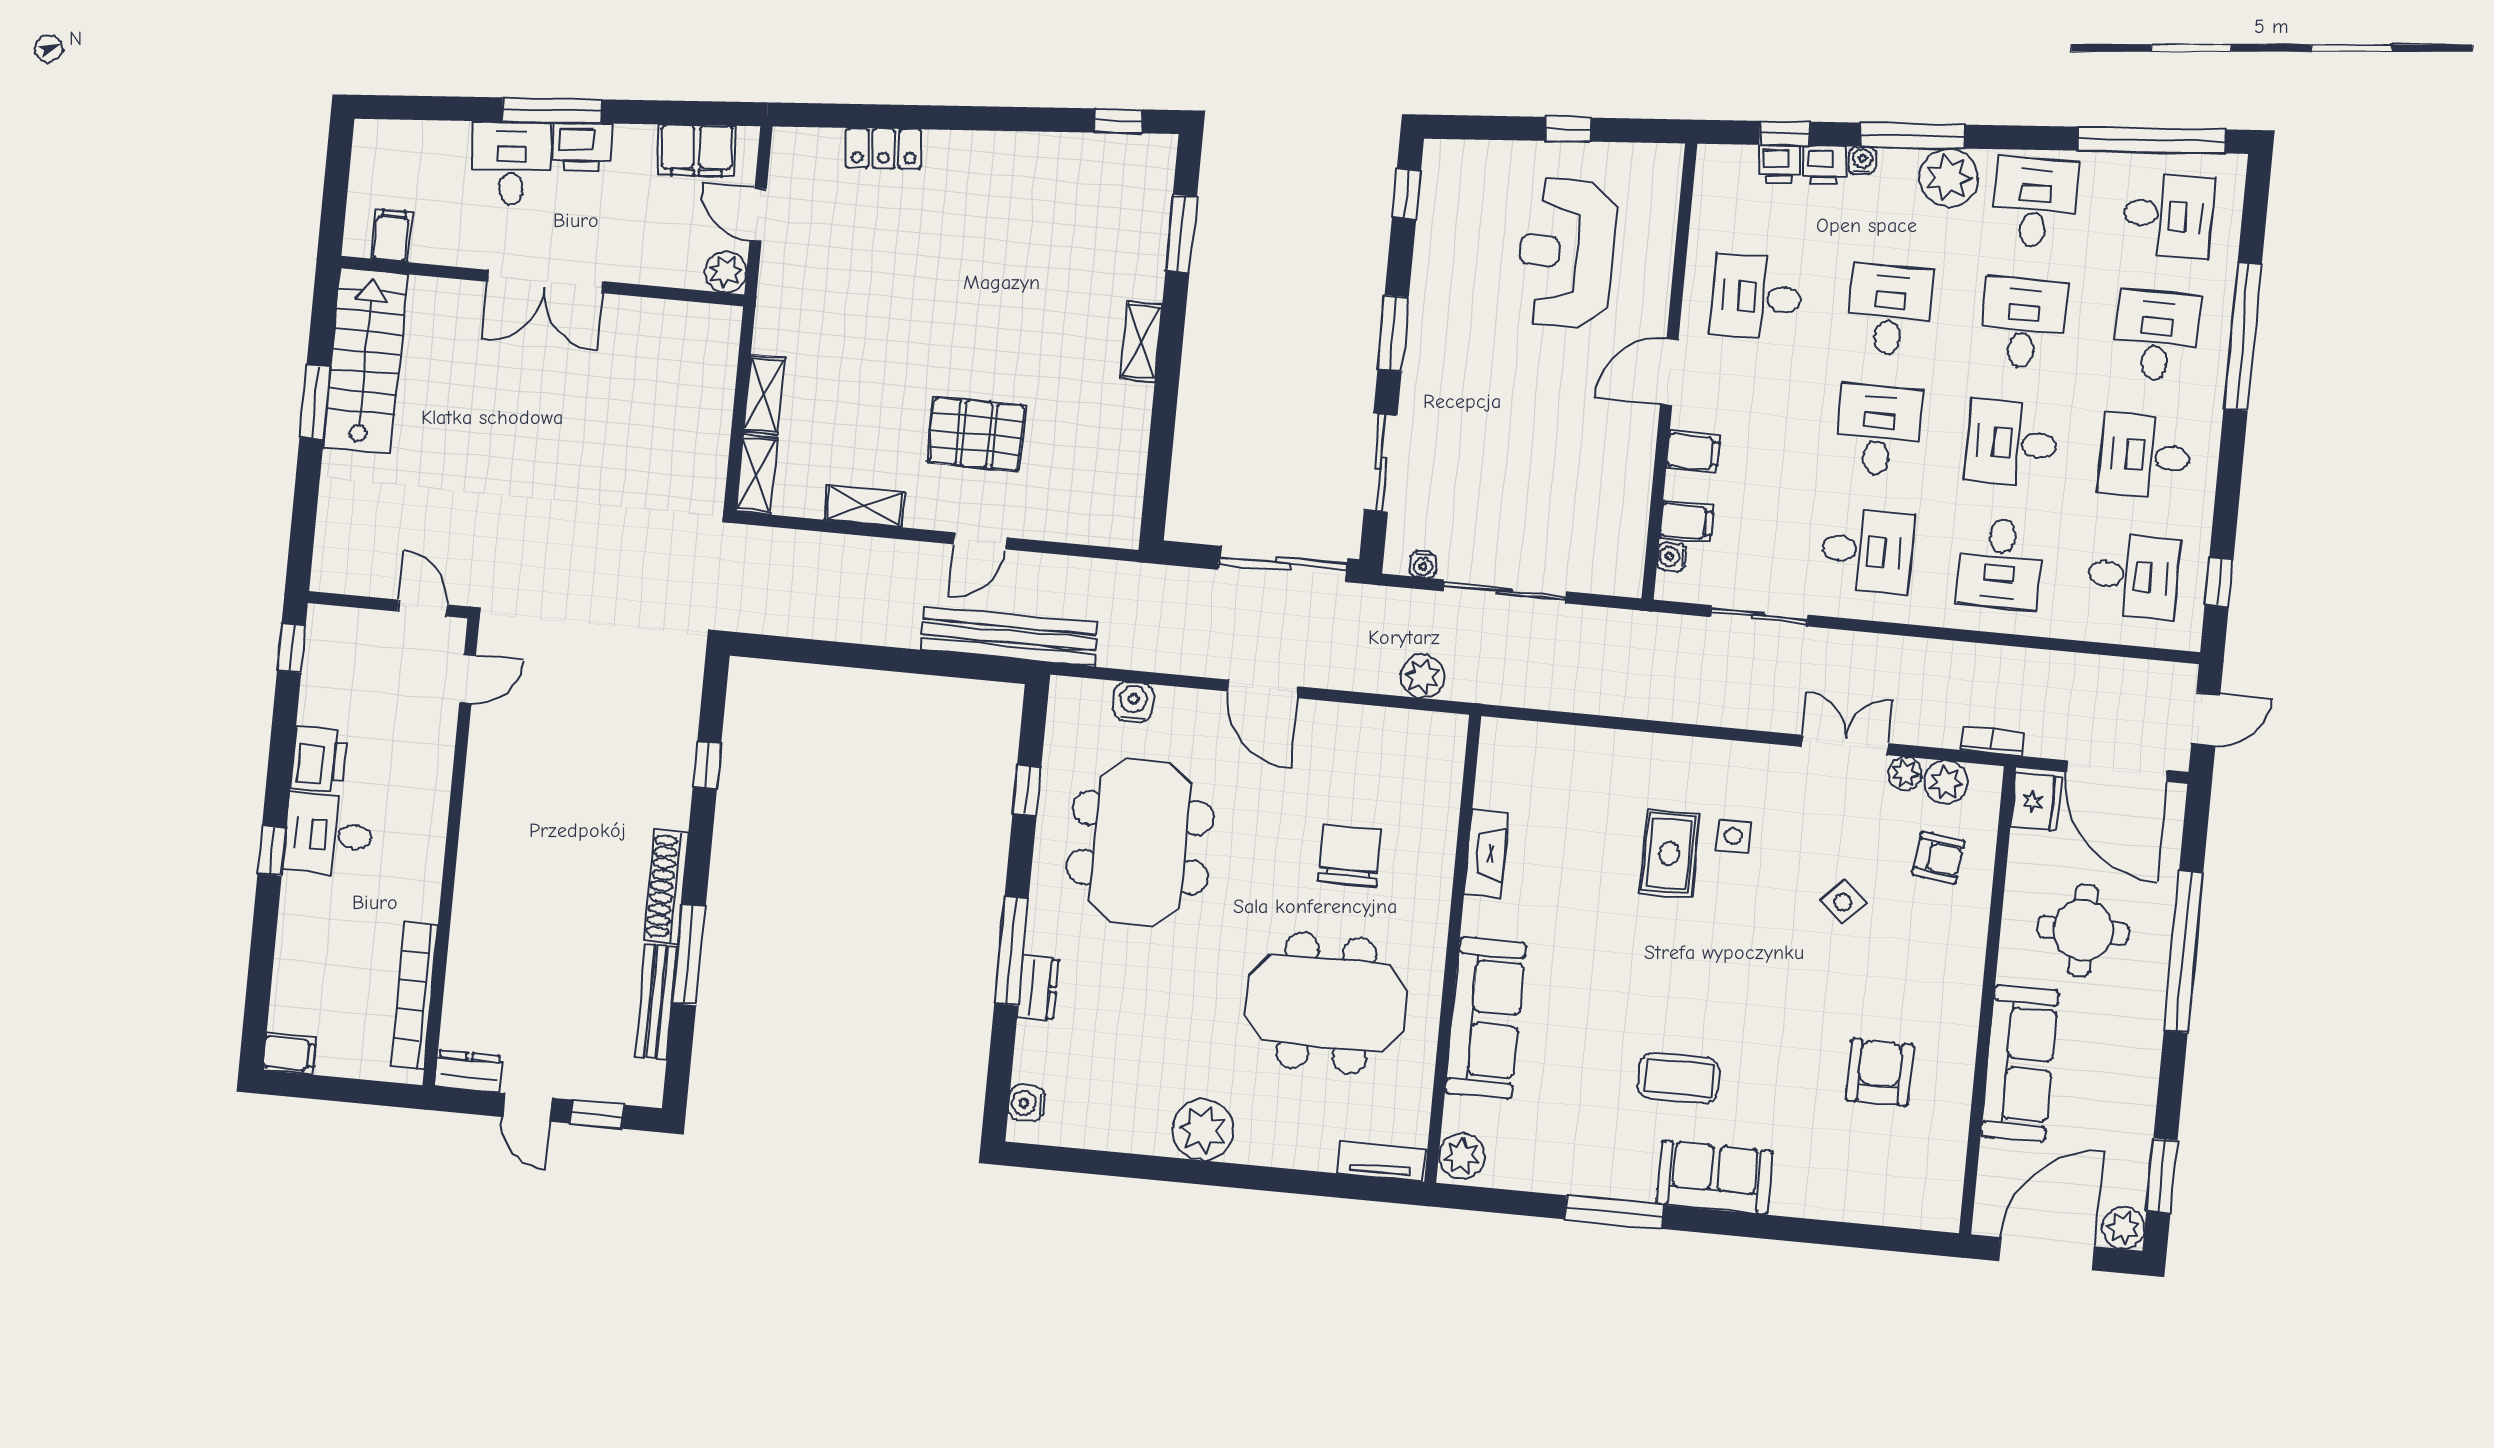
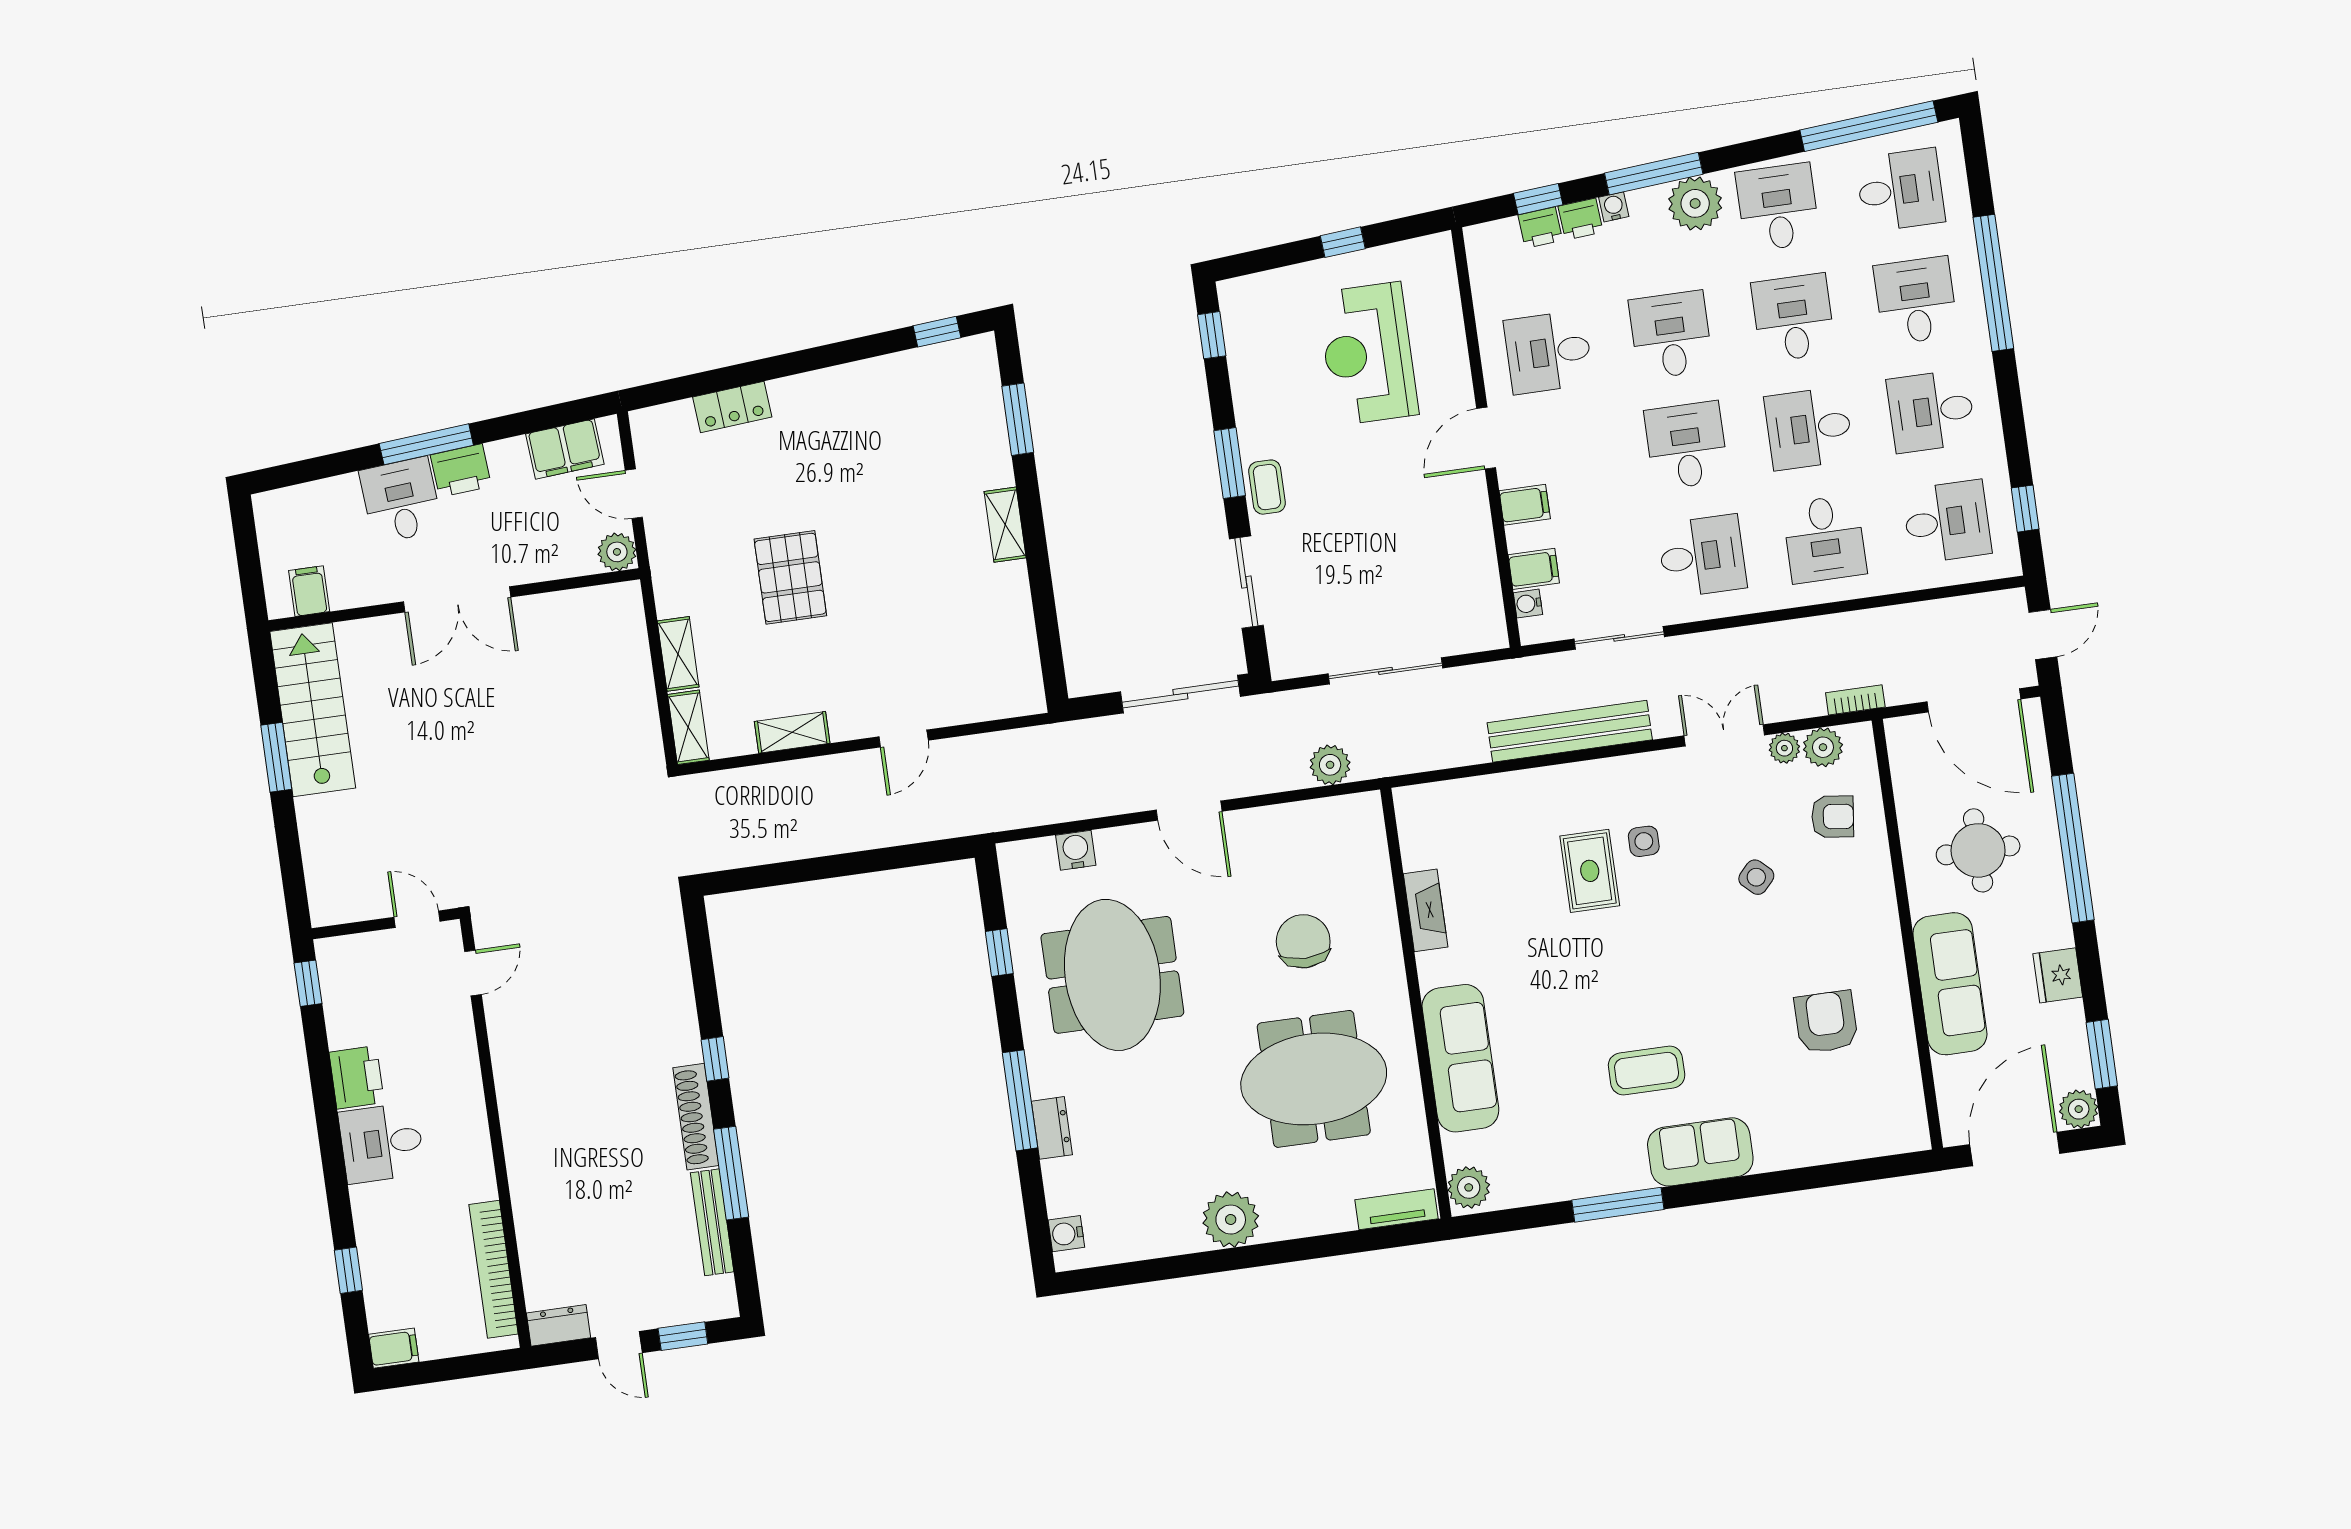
coffee table: (1426, 368) -> (1267, 487), added
pallet: (976, 434) -> (790, 577), moved, turned 90
water cooler: (1423, 564) -> (1306, 664), removed
bench: (1009, 637) -> (1570, 731), moved
window: (707, 765) -> (715, 1059), moved
fridge: (2036, 802) -> (2058, 975), moved, turned 180
window: (272, 851) -> (348, 1270), moved

